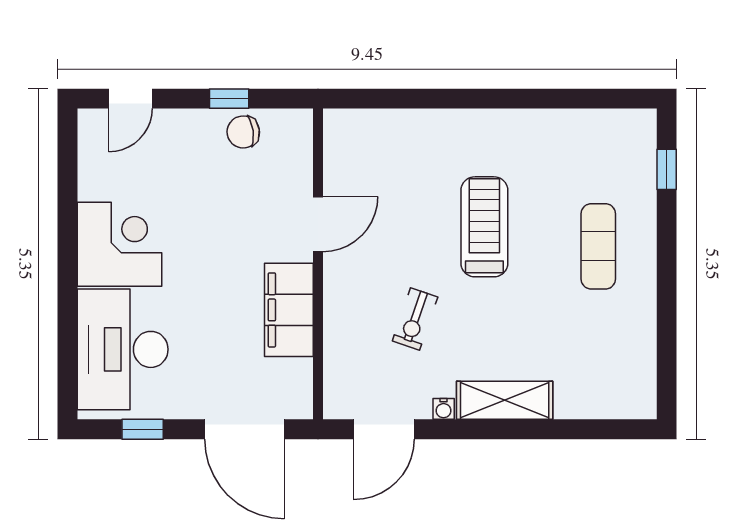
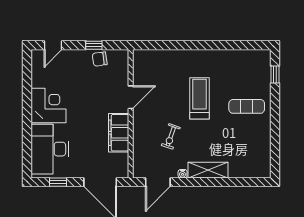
exercise mat: (598, 246) -> (247, 106), turned 90

